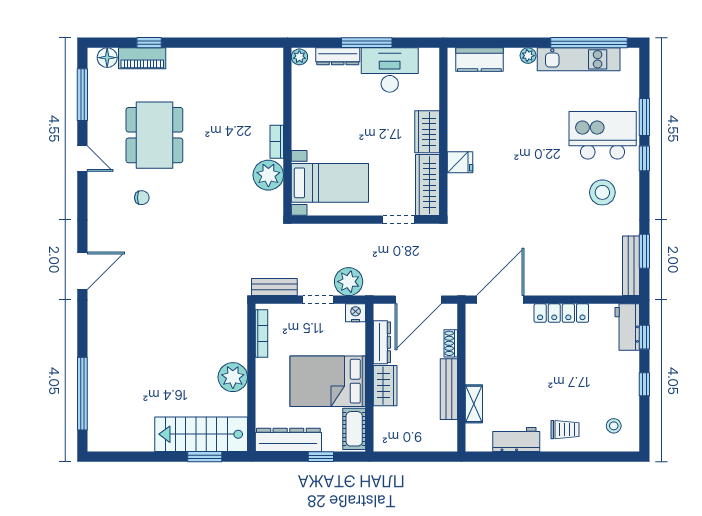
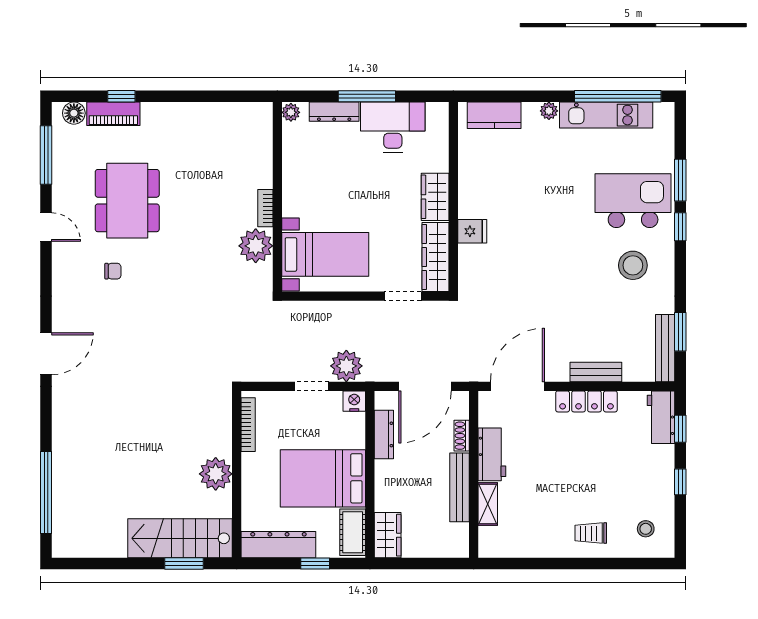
bench: (274, 287) -> (596, 372), moved
wardrobe: (385, 386) -> (388, 535), moved
trolley: (565, 430) -> (591, 533), turned 180
workbench: (516, 440) -> (492, 454), moved, turned 90

